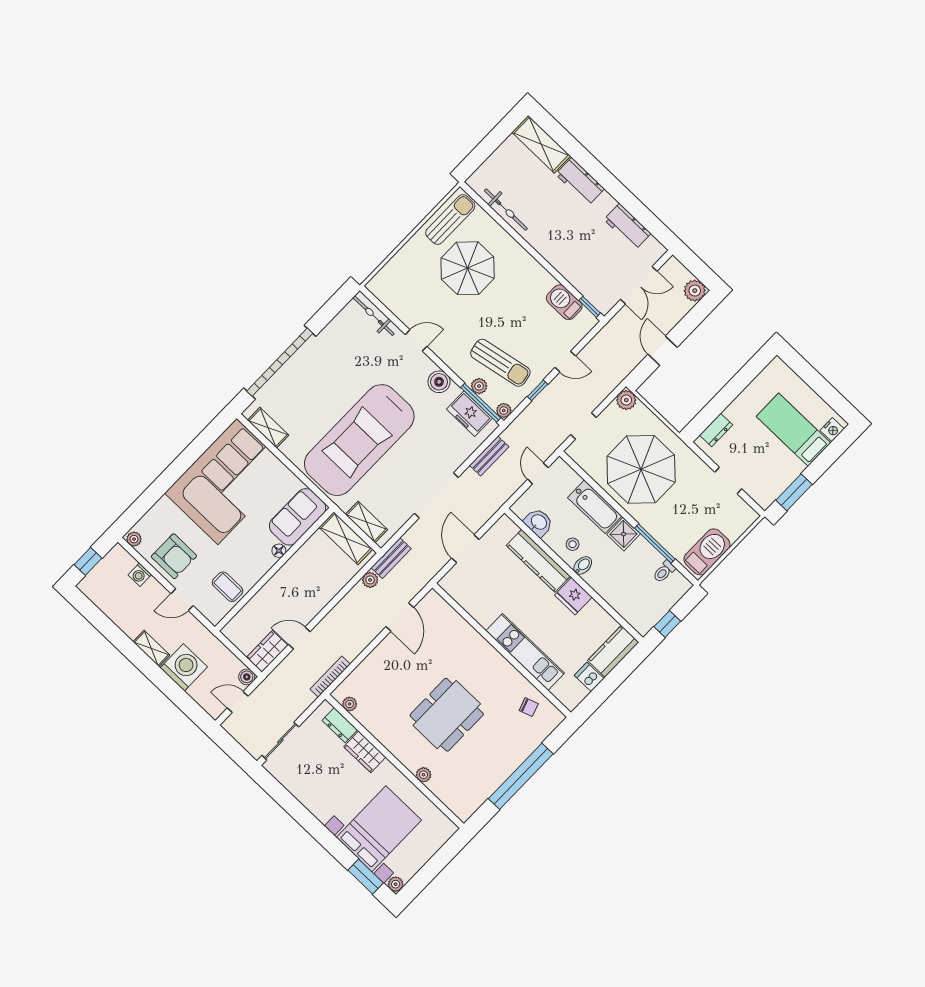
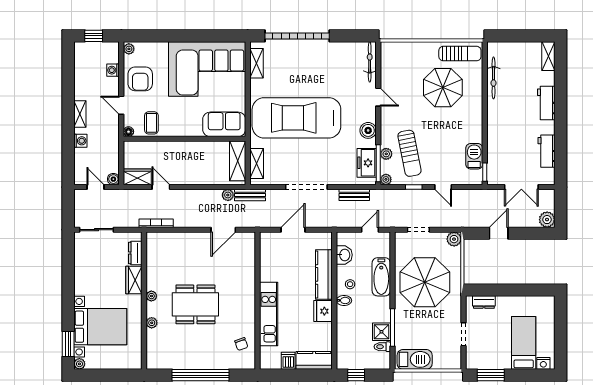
shelving: (541, 144) -> (548, 56), width x0.67, depth x0.75
shower: (624, 534) -> (381, 332), moved
floor lamp: (279, 551) -> (128, 132), moved
washing machine: (184, 667) -> (80, 141), width x0.53, depth x0.53
plant: (350, 704) -> (151, 296), moved

